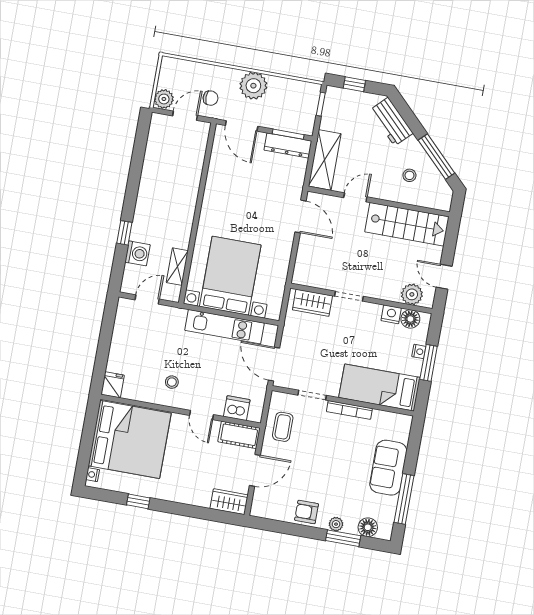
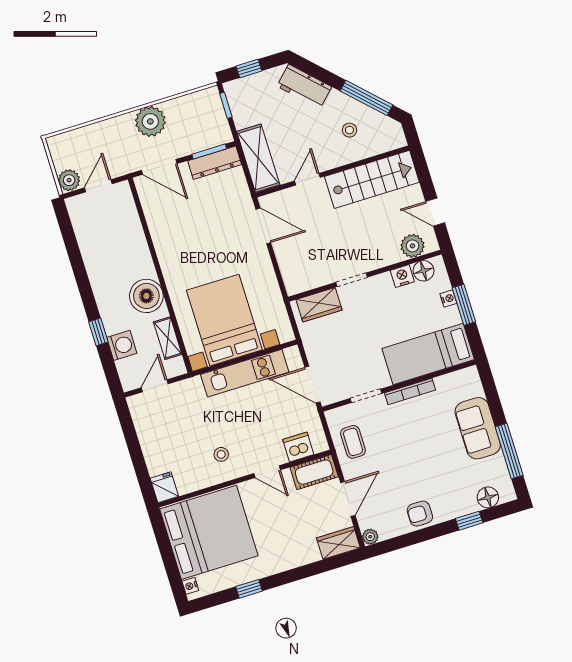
chair: (211, 98) -> (114, 155), removed
boiler: (178, 224) -> (146, 296), added
plant: (336, 524) -> (370, 537), moved
window: (343, 538) -> (469, 521), width x0.67

